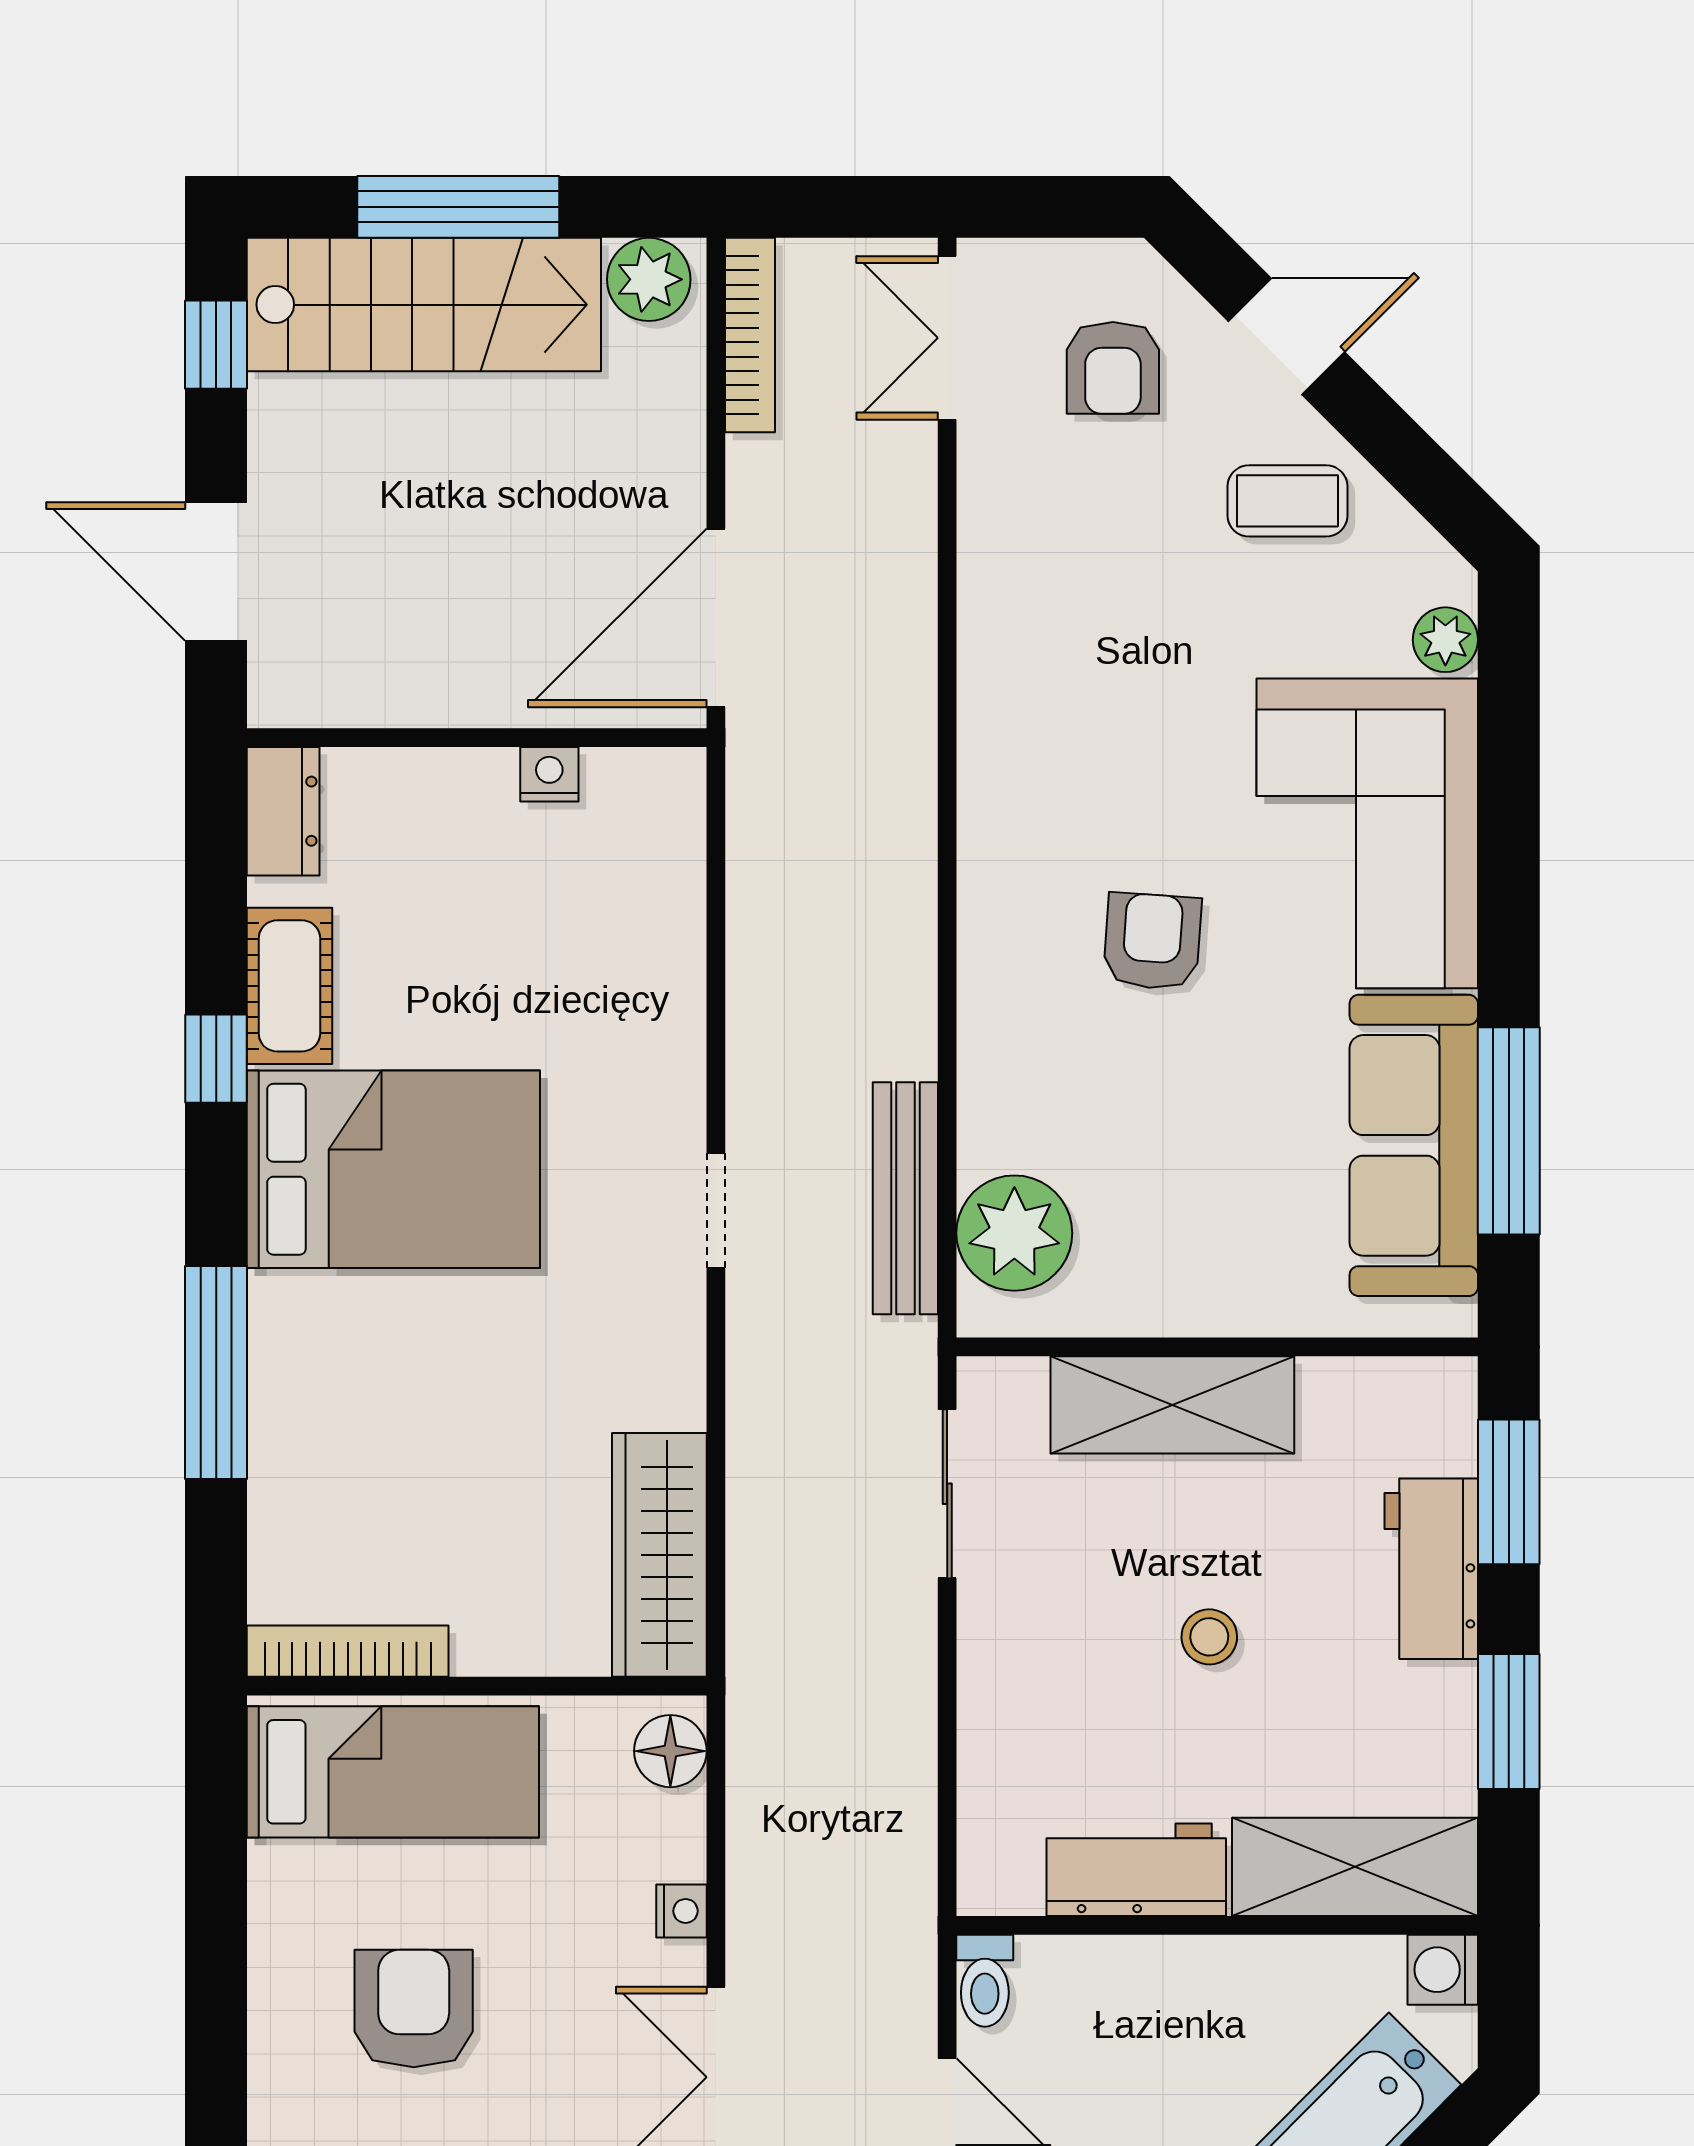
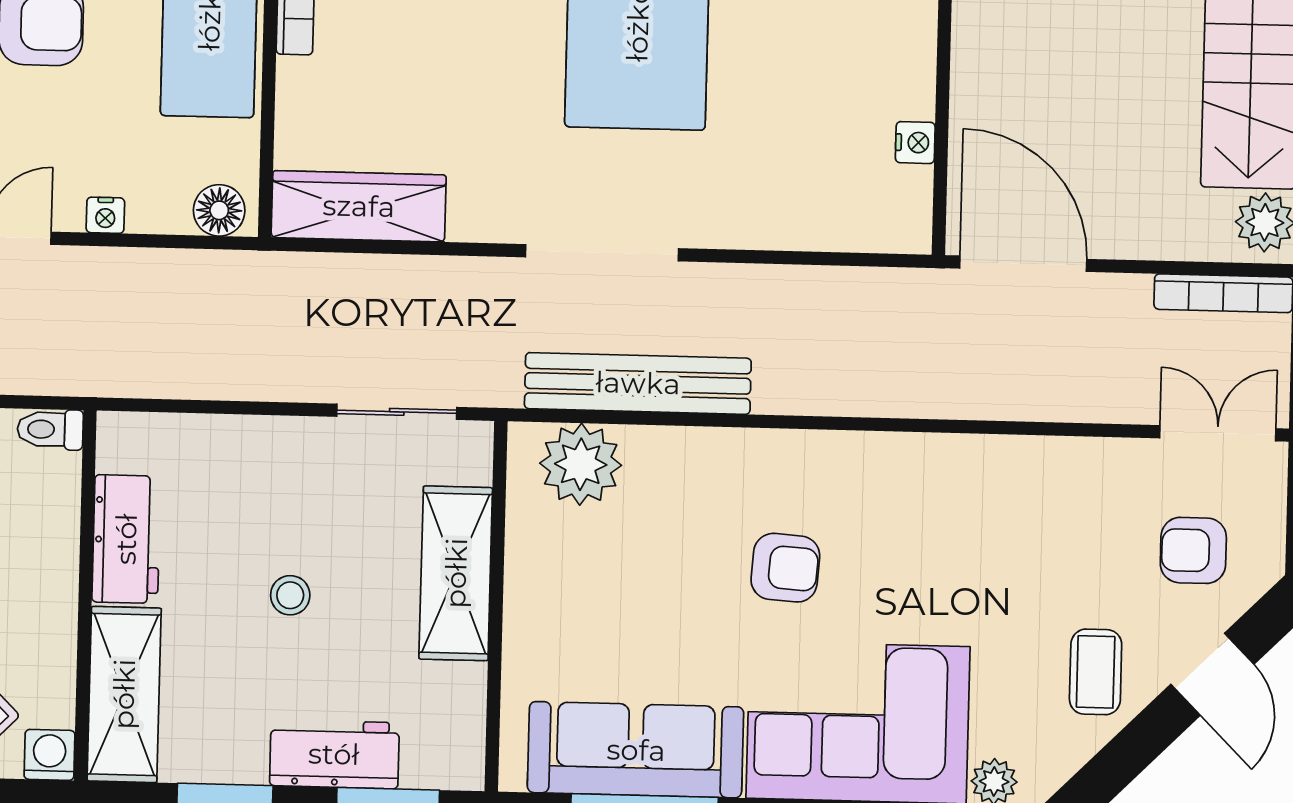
bench: (905, 1198) -> (638, 383), width x1.37, depth x1.21
doorway: (716, 1211) -> (602, 253), width x1.88

